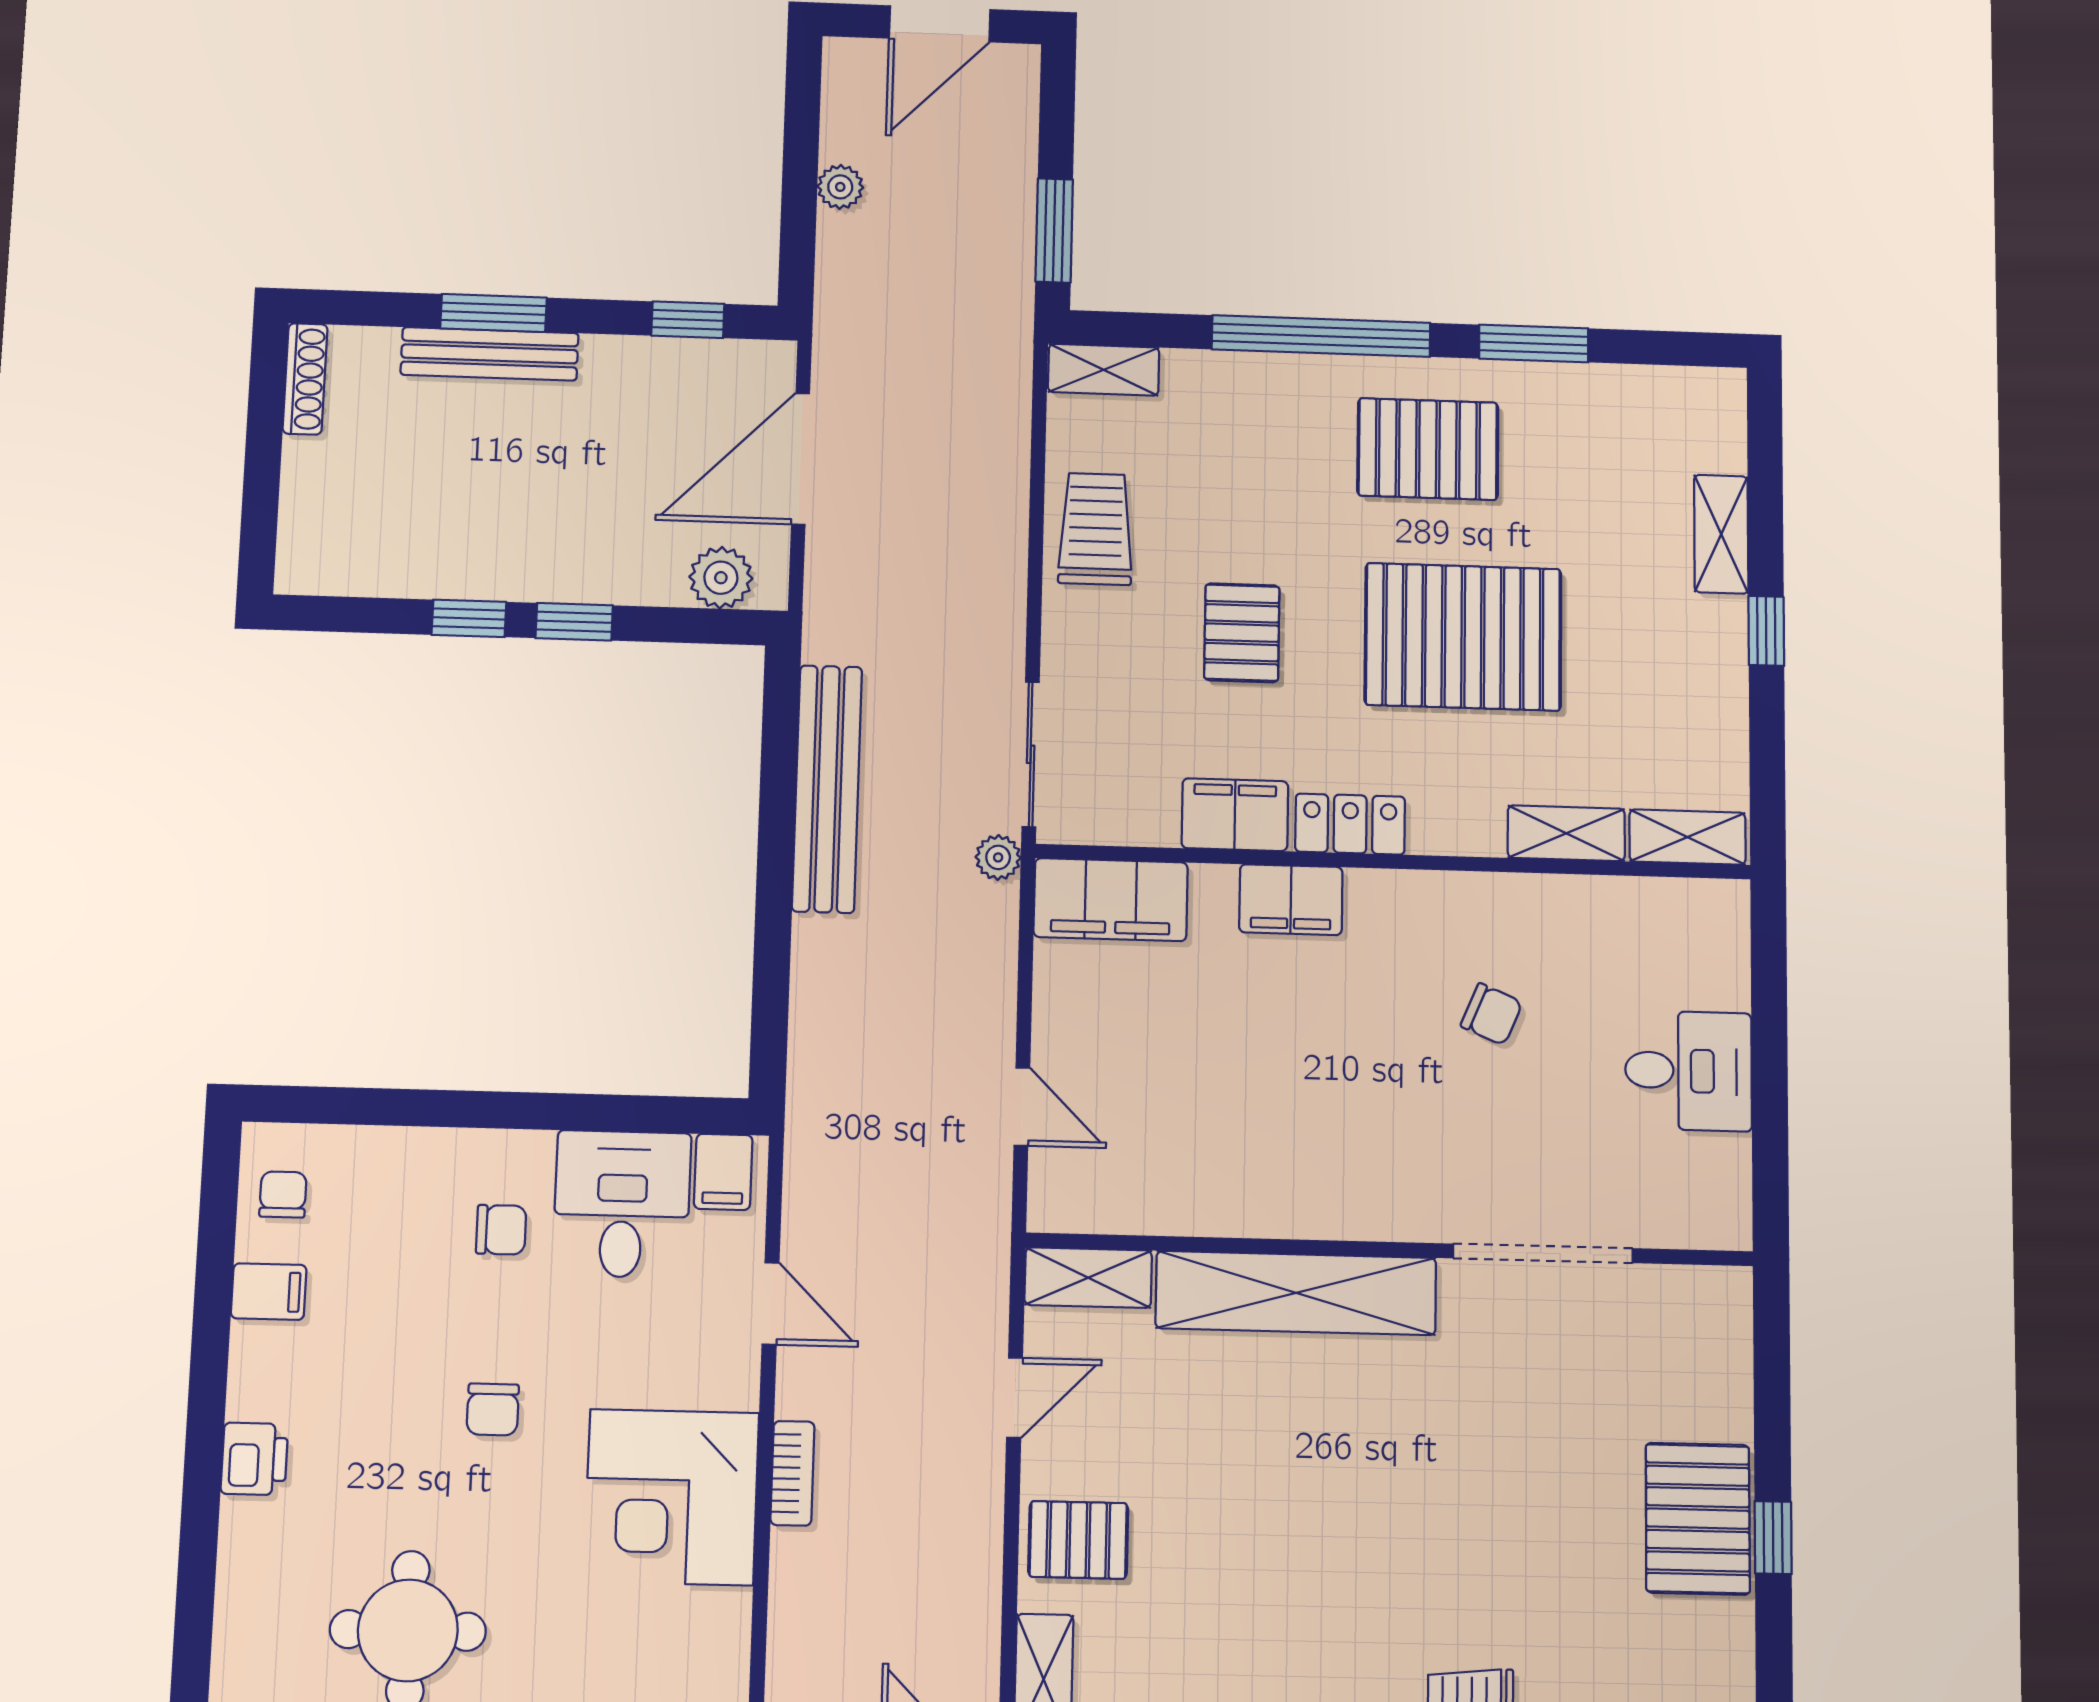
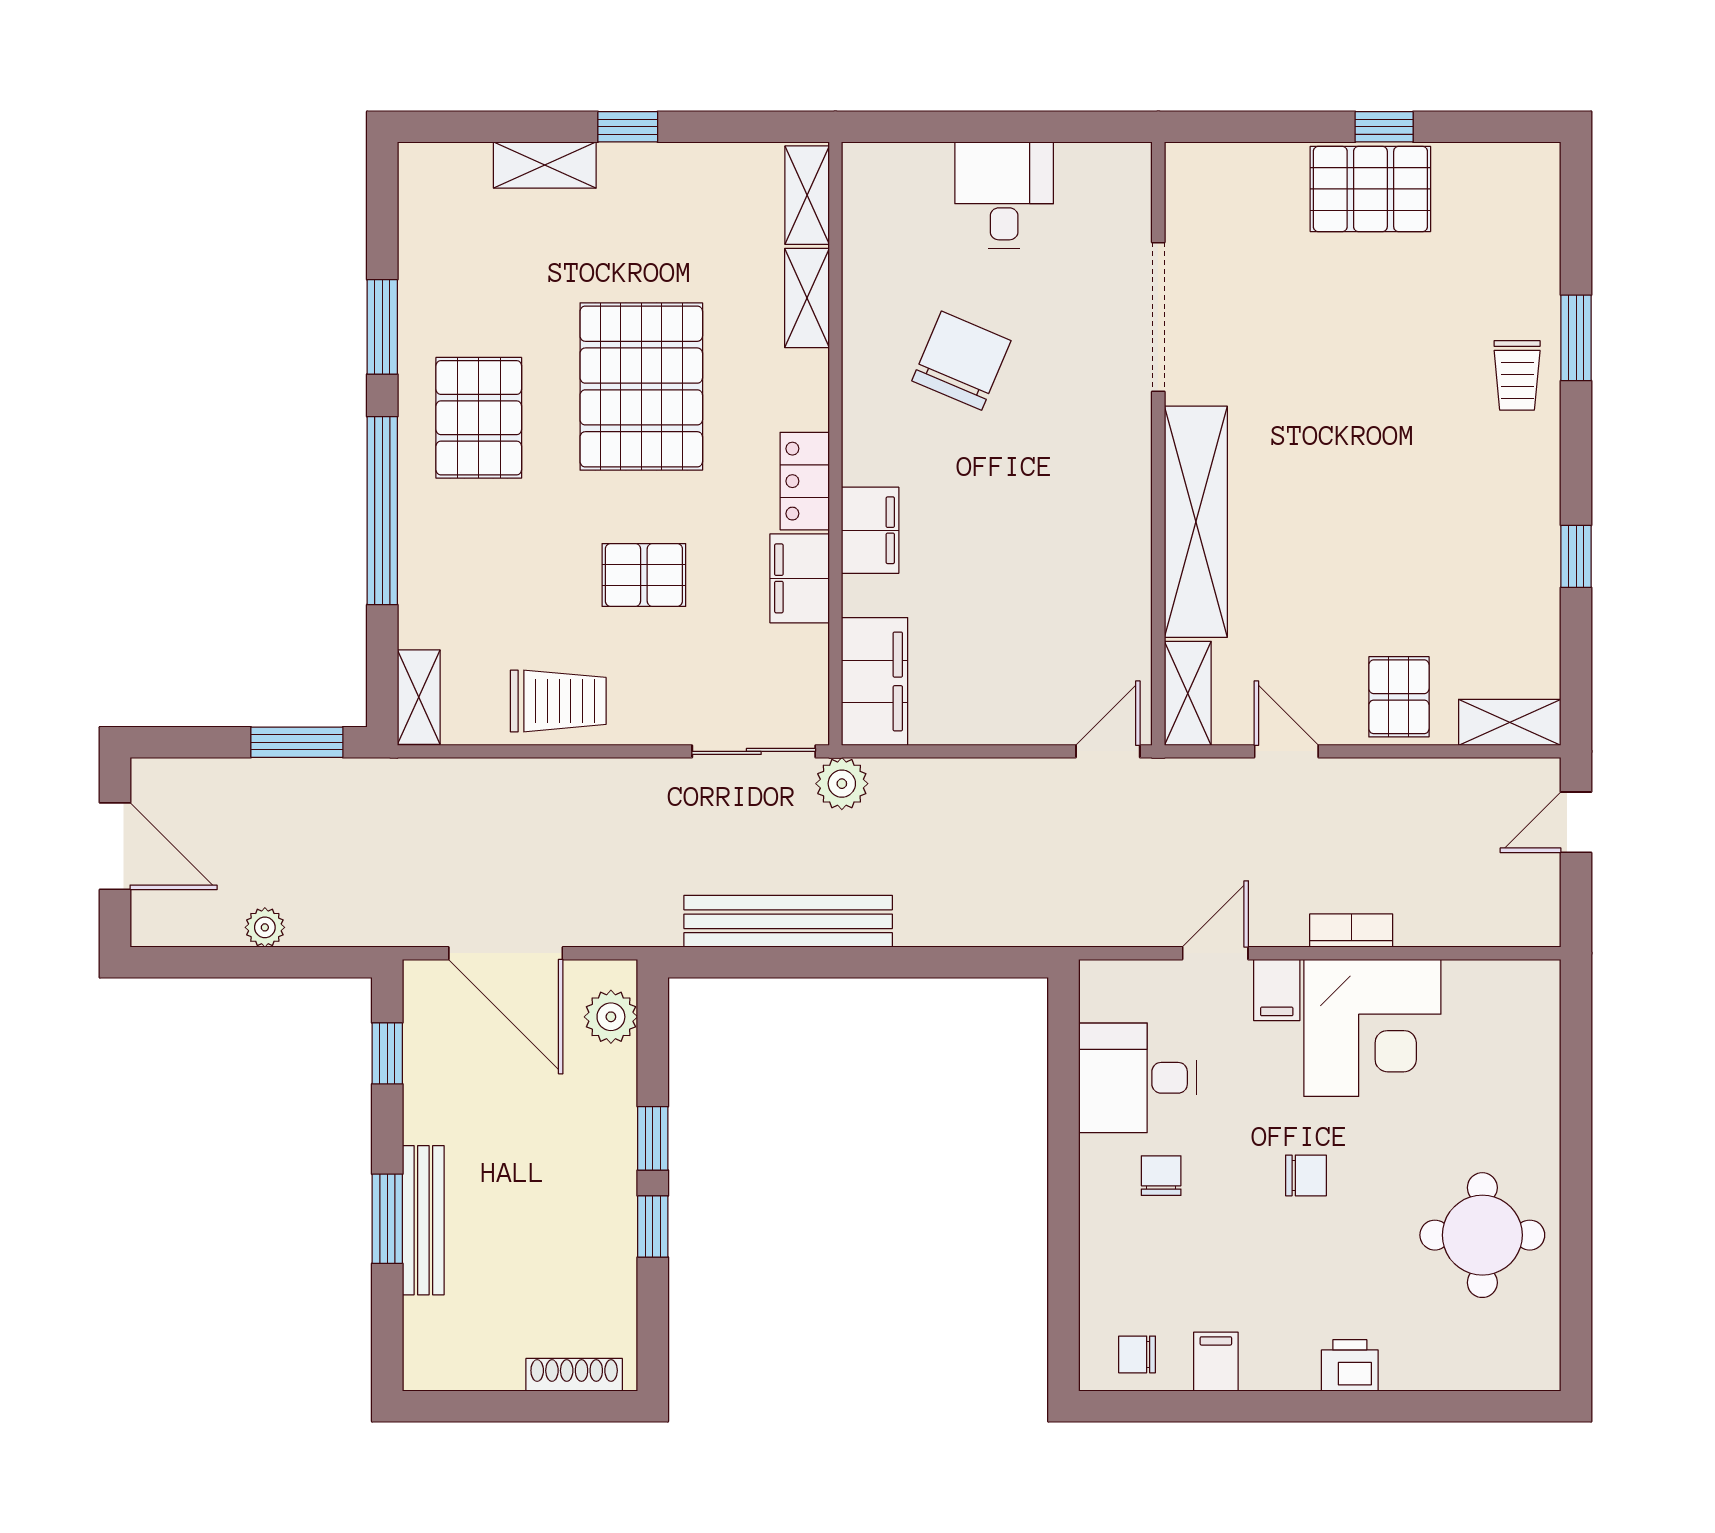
shoe rack: (305, 379) -> (574, 1375), moved
trolley: (1096, 529) -> (558, 701), turned 180
plant: (998, 857) -> (842, 784), width x1.38, depth x1.38
chair: (1492, 1014) -> (961, 361), width x1.87, depth x1.87
door: (1022, 1107) -> (1108, 751), moved
filing cabinet: (723, 1172) -> (1277, 990), moved, turned 90

